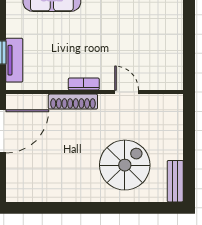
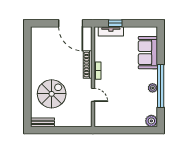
door: (127, 92) -> (93, 95), hinge flipped
spiral stairs: (125, 165) -> (52, 94), turned -90

